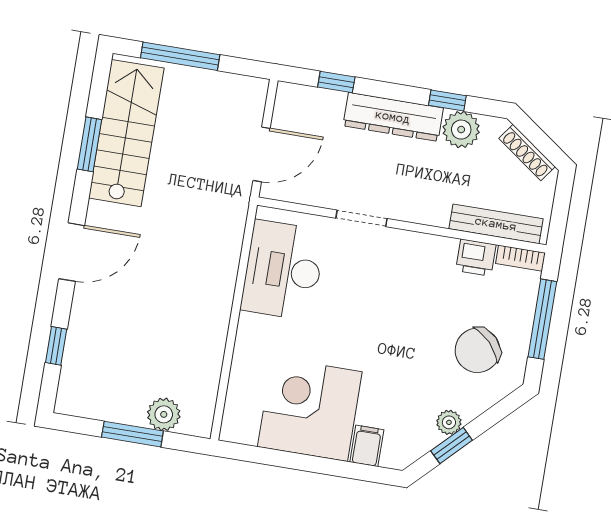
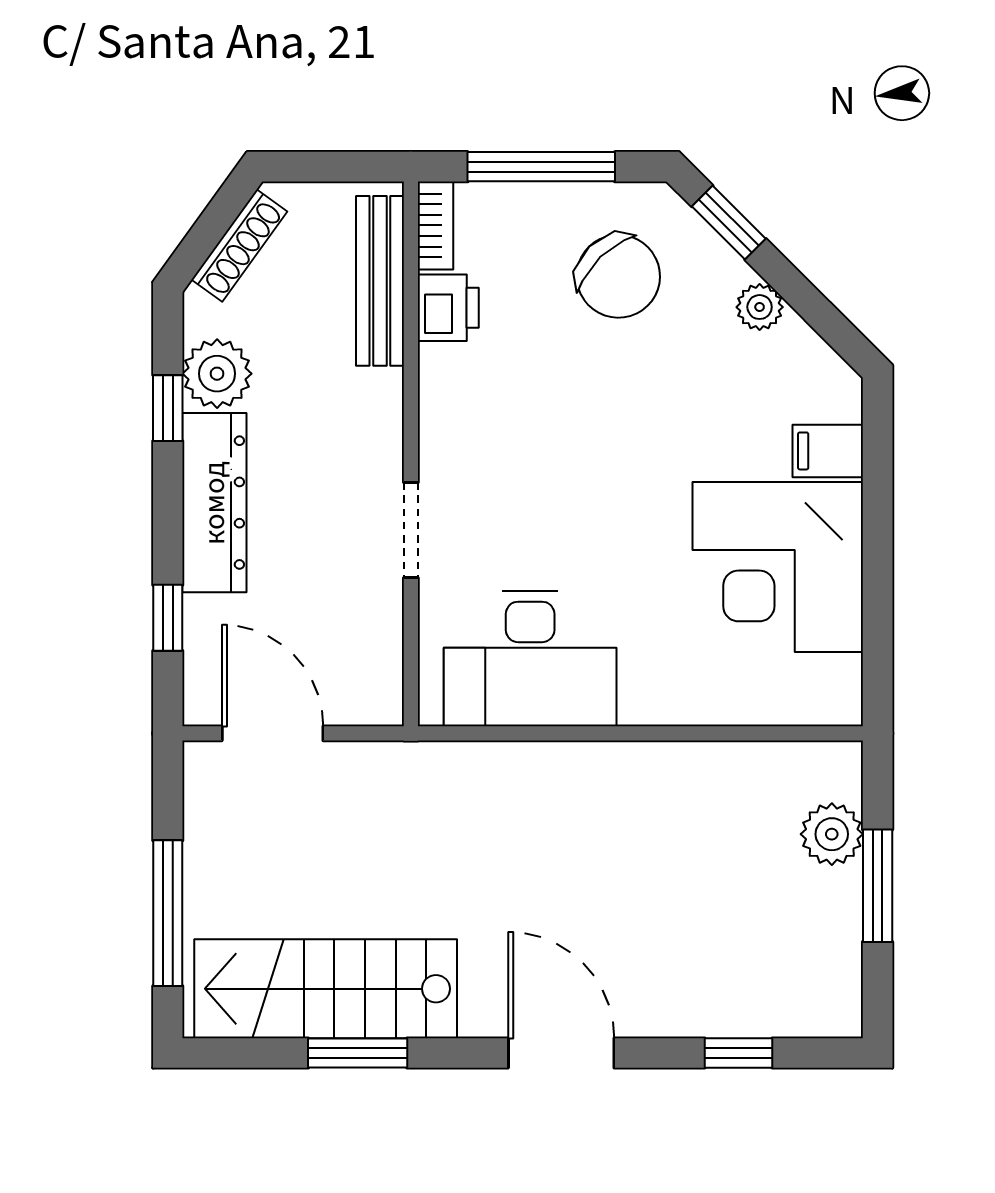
door: (262, 154) -> (273, 733), moved
window: (452, 446) -> (729, 223), moved

